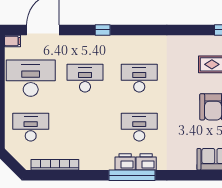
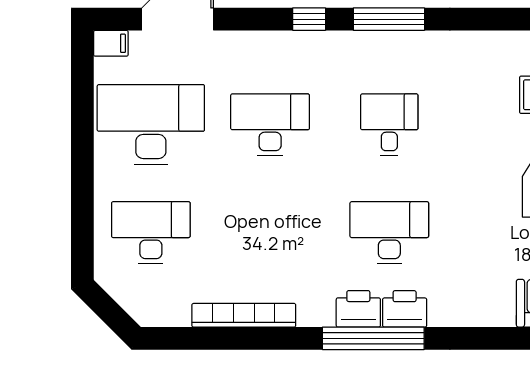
window: (139, 30) -> (389, 19), added
desk: (139, 78) -> (389, 125), width x0.73
bookcase: (55, 165) -> (244, 315), moved

